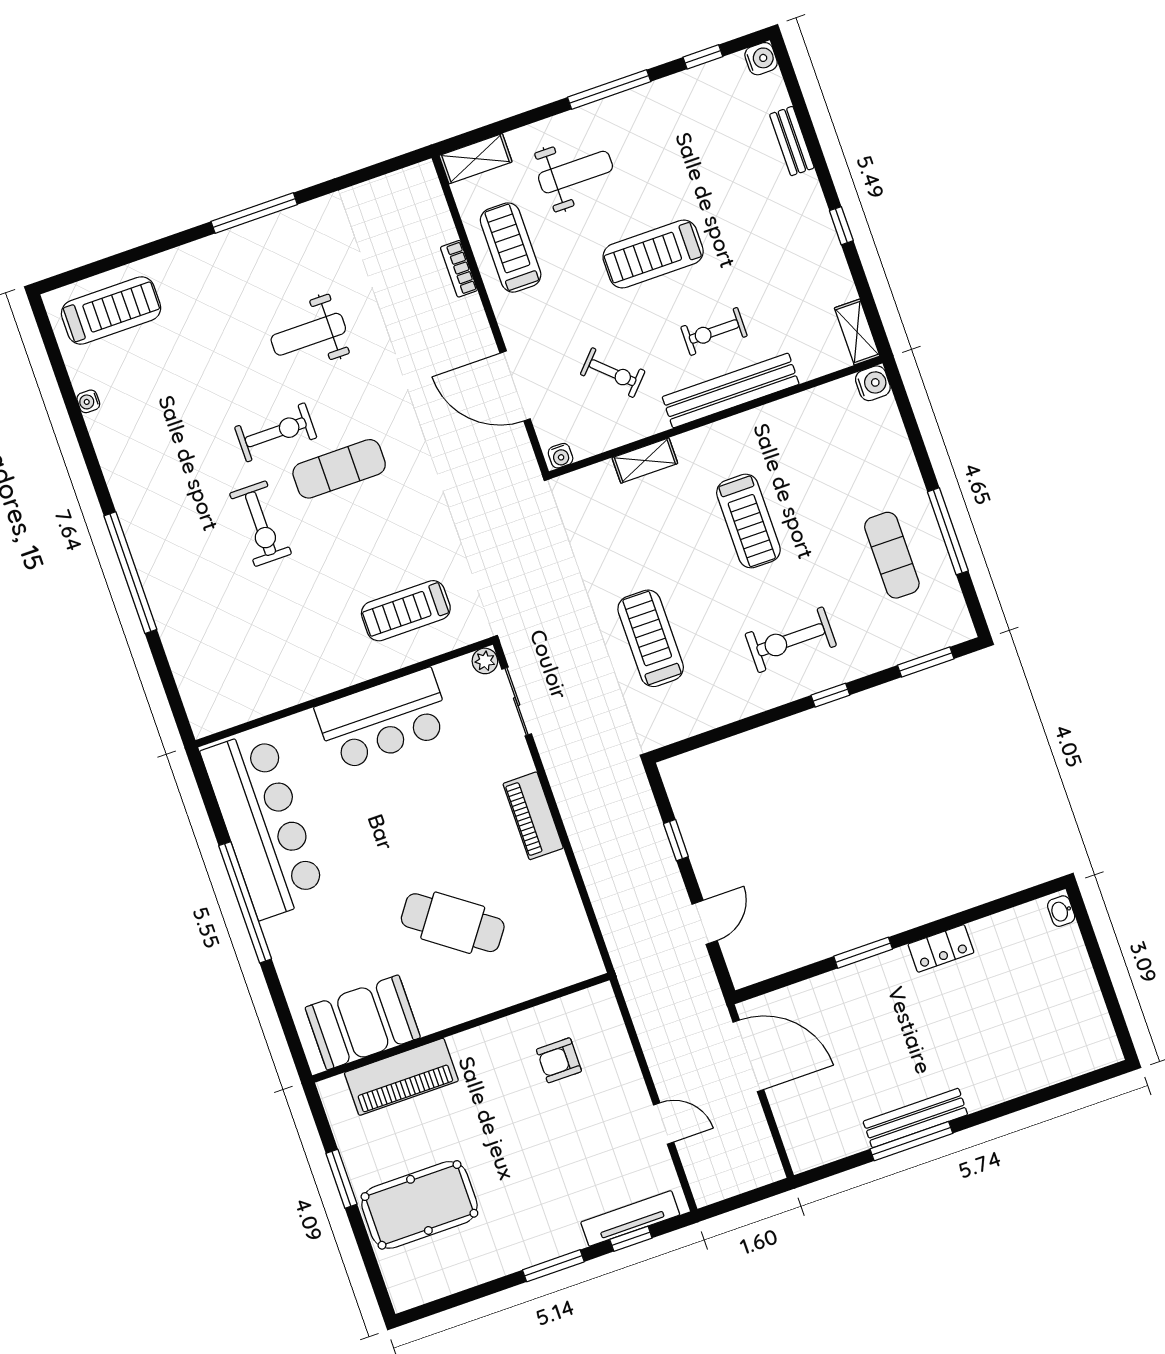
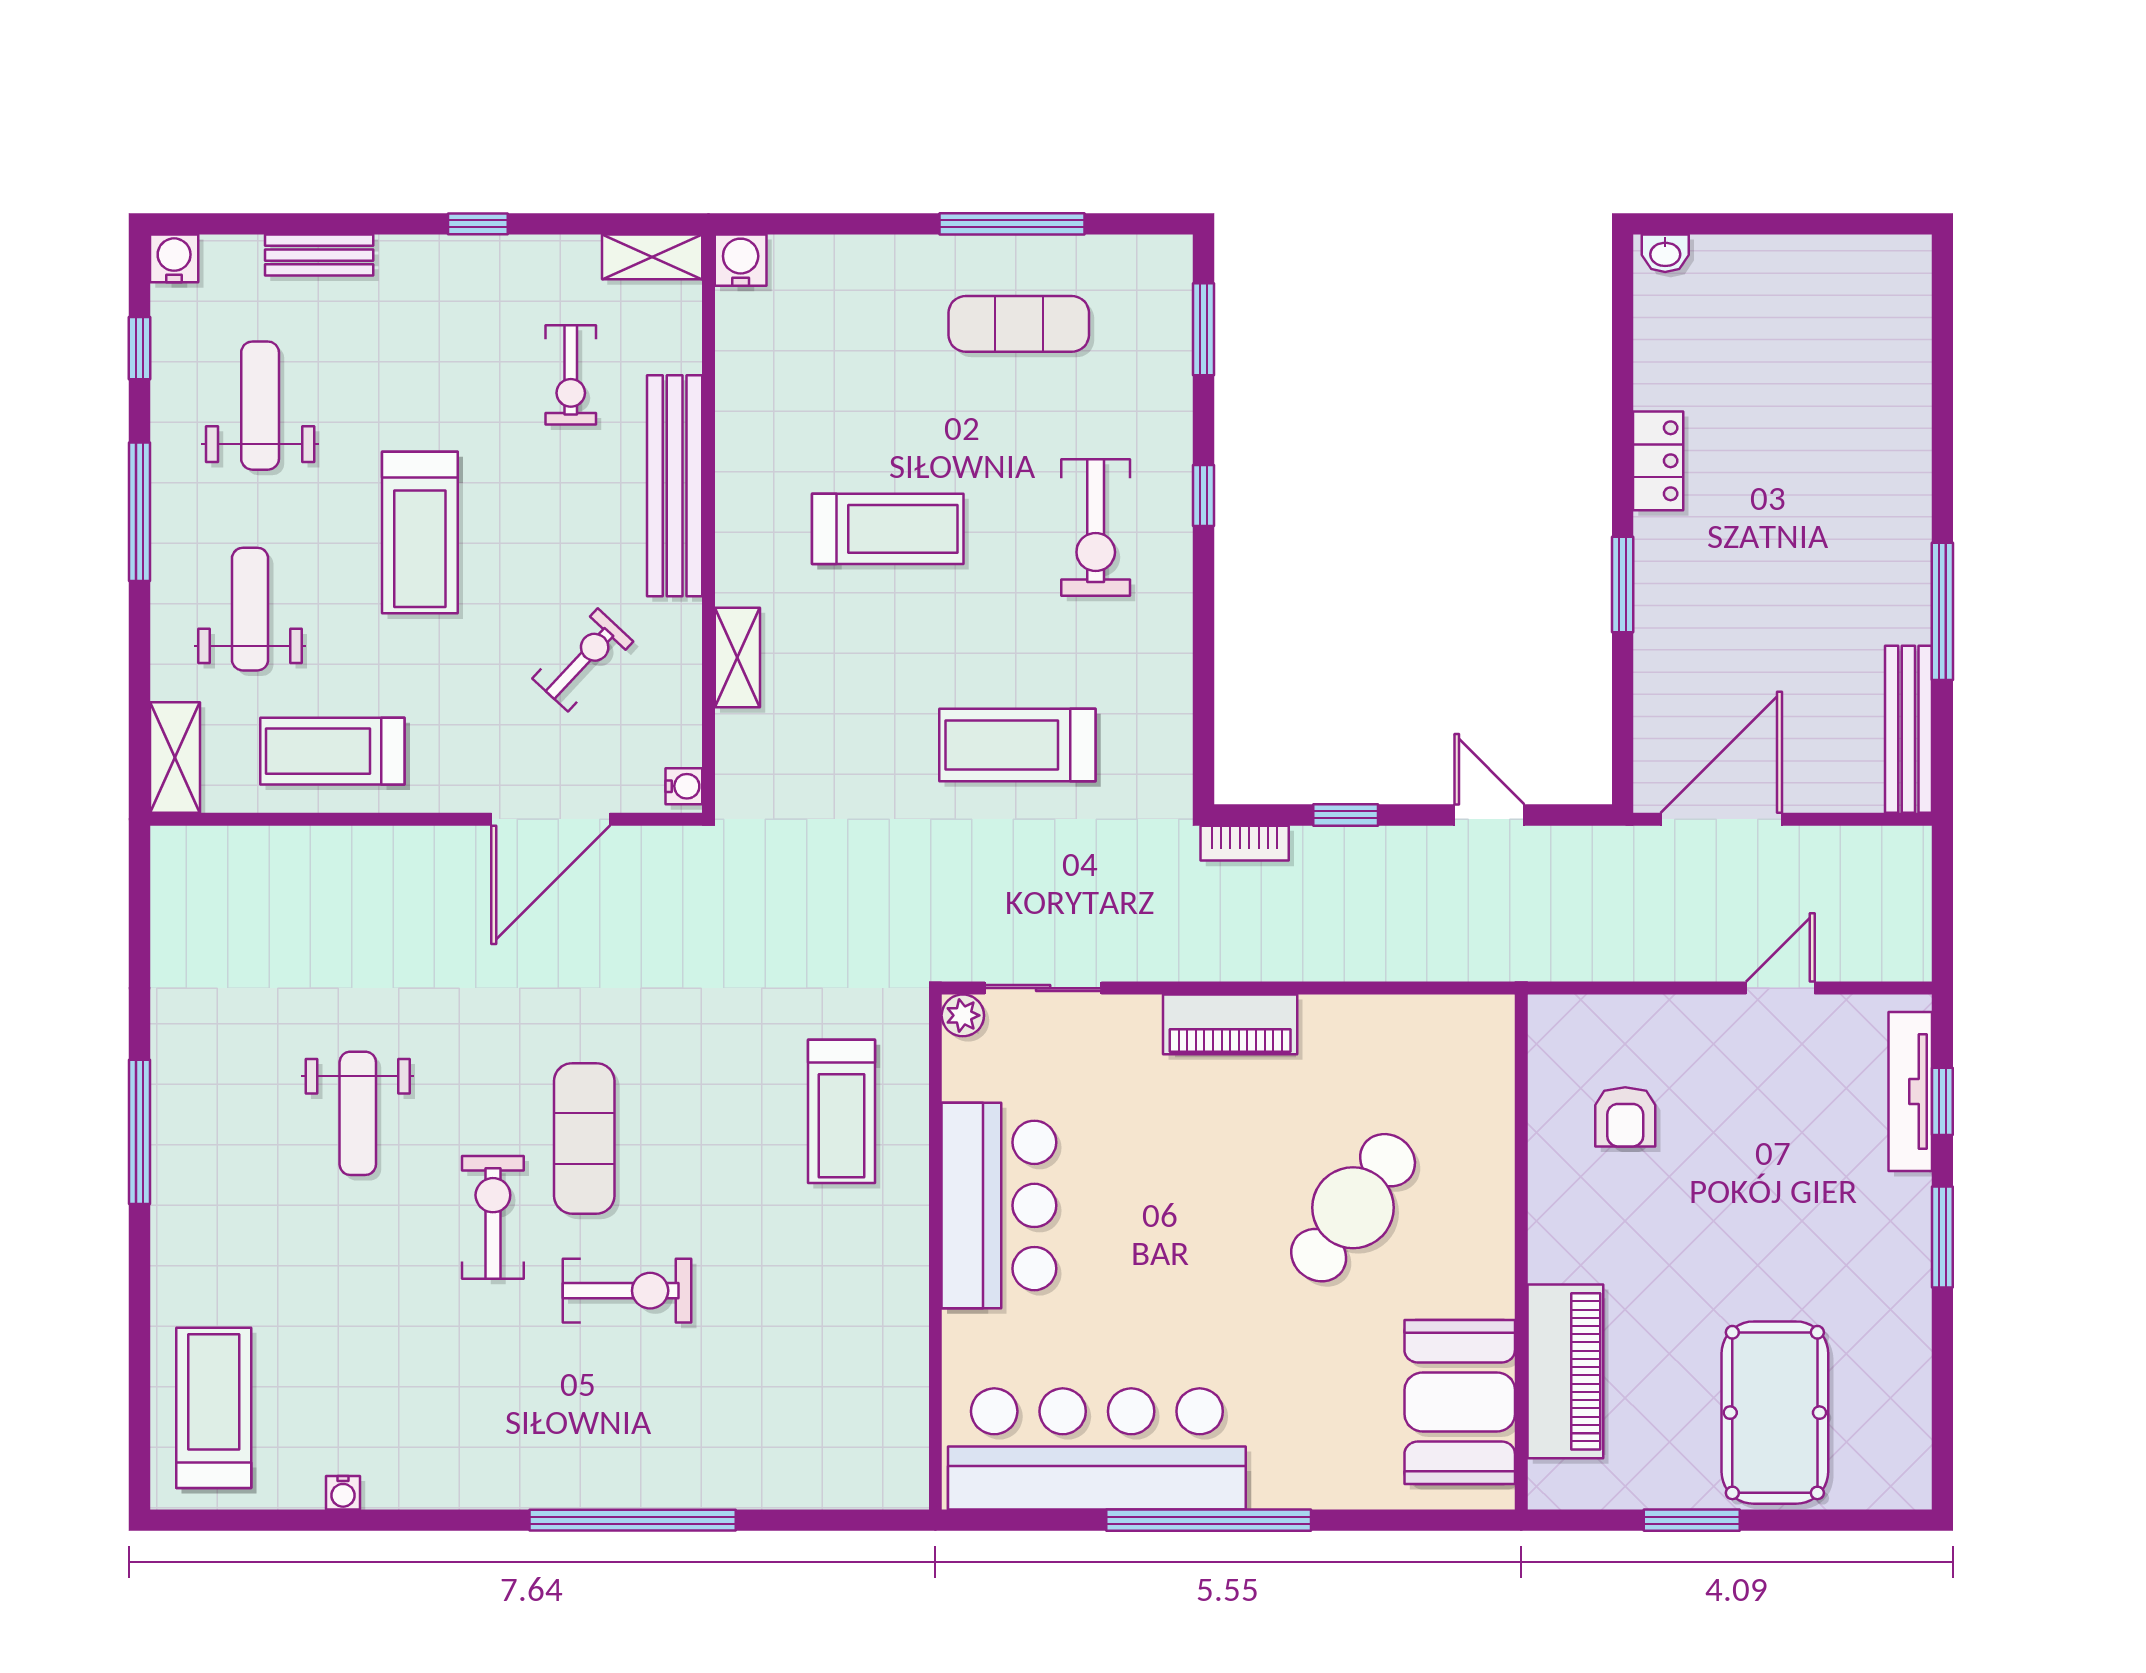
weight bench: (694, 137) -> (260, 406), added
bookcase: (459, 269) -> (1245, 843), moved
exercise bike: (714, 331) -> (571, 375), moved
bench: (915, 1118) -> (1908, 729), moved

